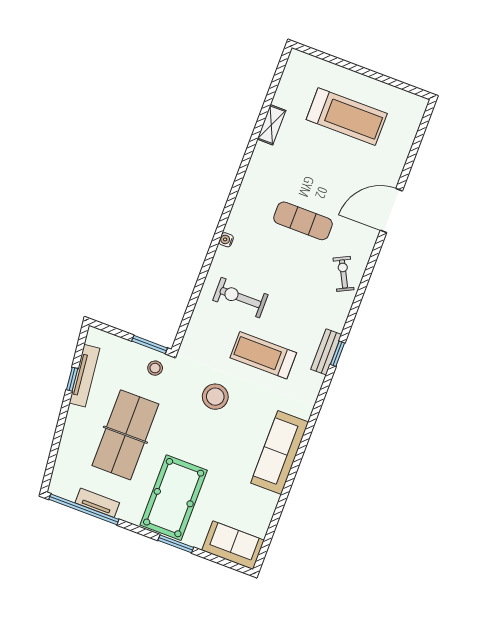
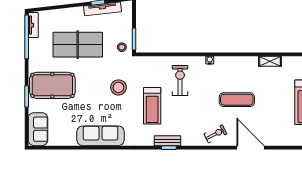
shelving: (271, 125) -> (270, 61), moved
door: (391, 211) -> (250, 148), moved
exercise mat: (303, 221) -> (237, 100), turned 90
treadmill: (263, 355) -> (152, 106), turned 180
tv unit: (97, 503) -> (33, 25), moved

